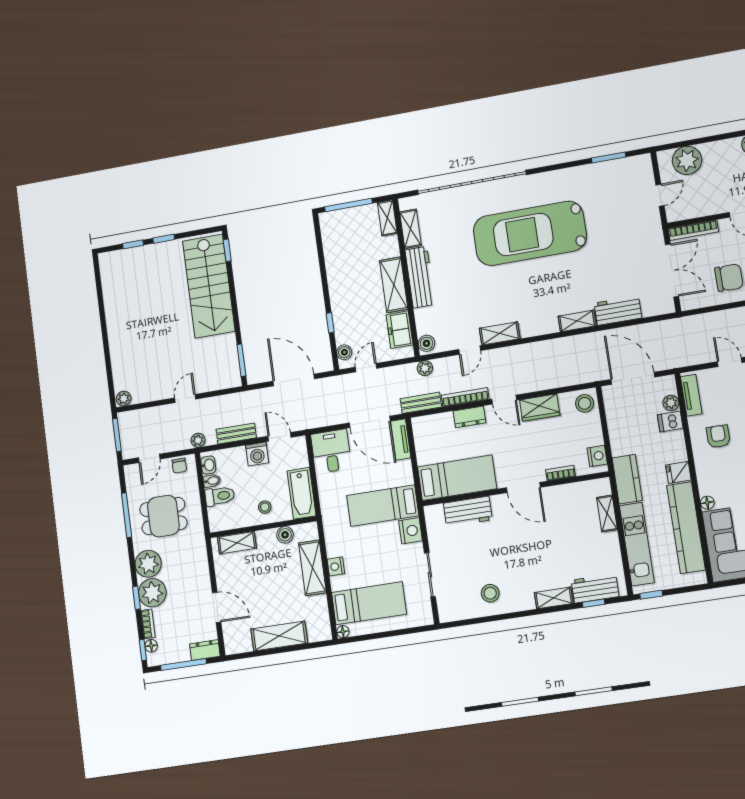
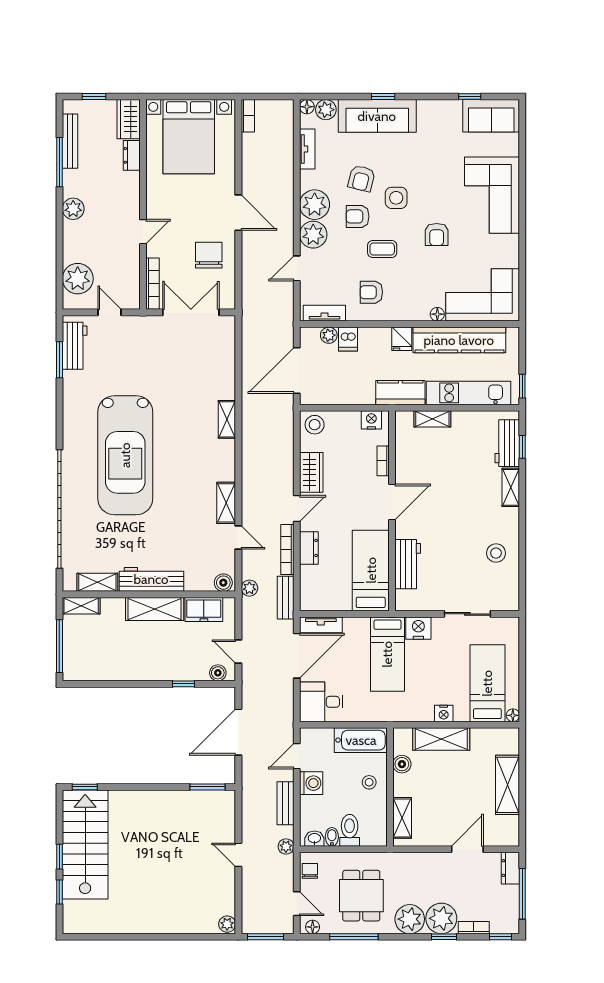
stairs: (209, 286) -> (85, 844), moved, turned -90
workbench: (618, 310) -> (75, 346), moved, turned 180
chair: (179, 466) -> (310, 871), turned -90
floor lamp: (151, 646) -> (313, 927), moved

